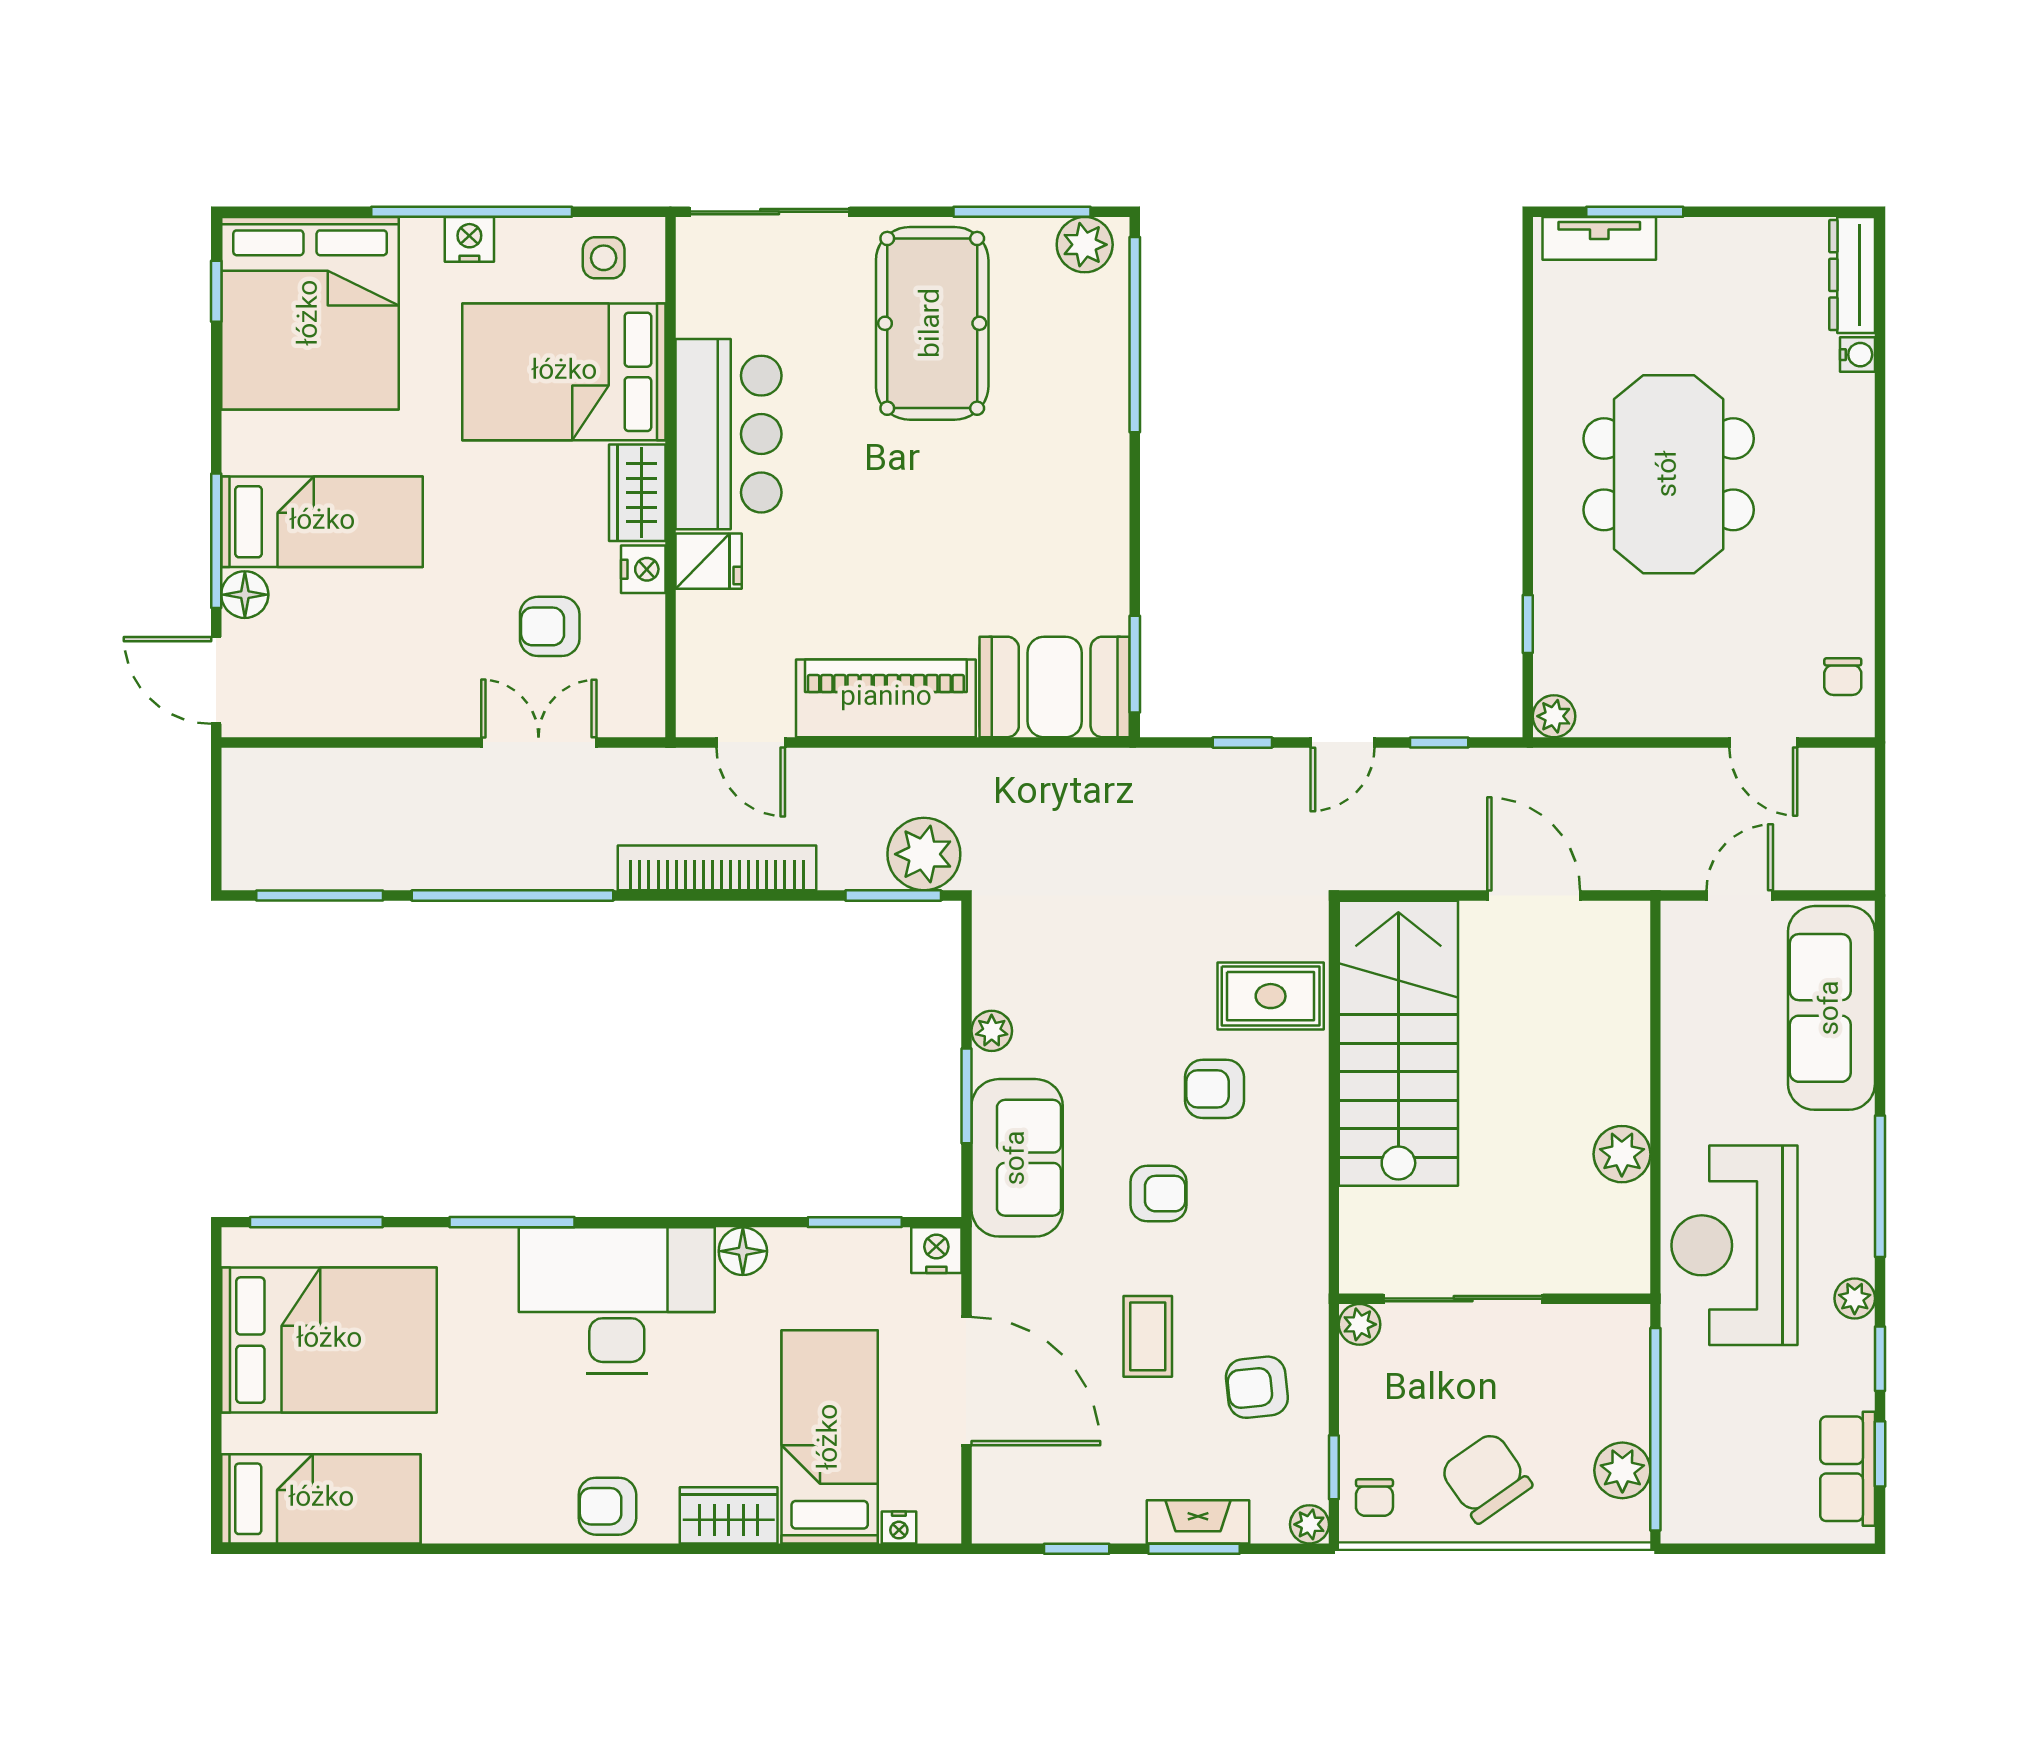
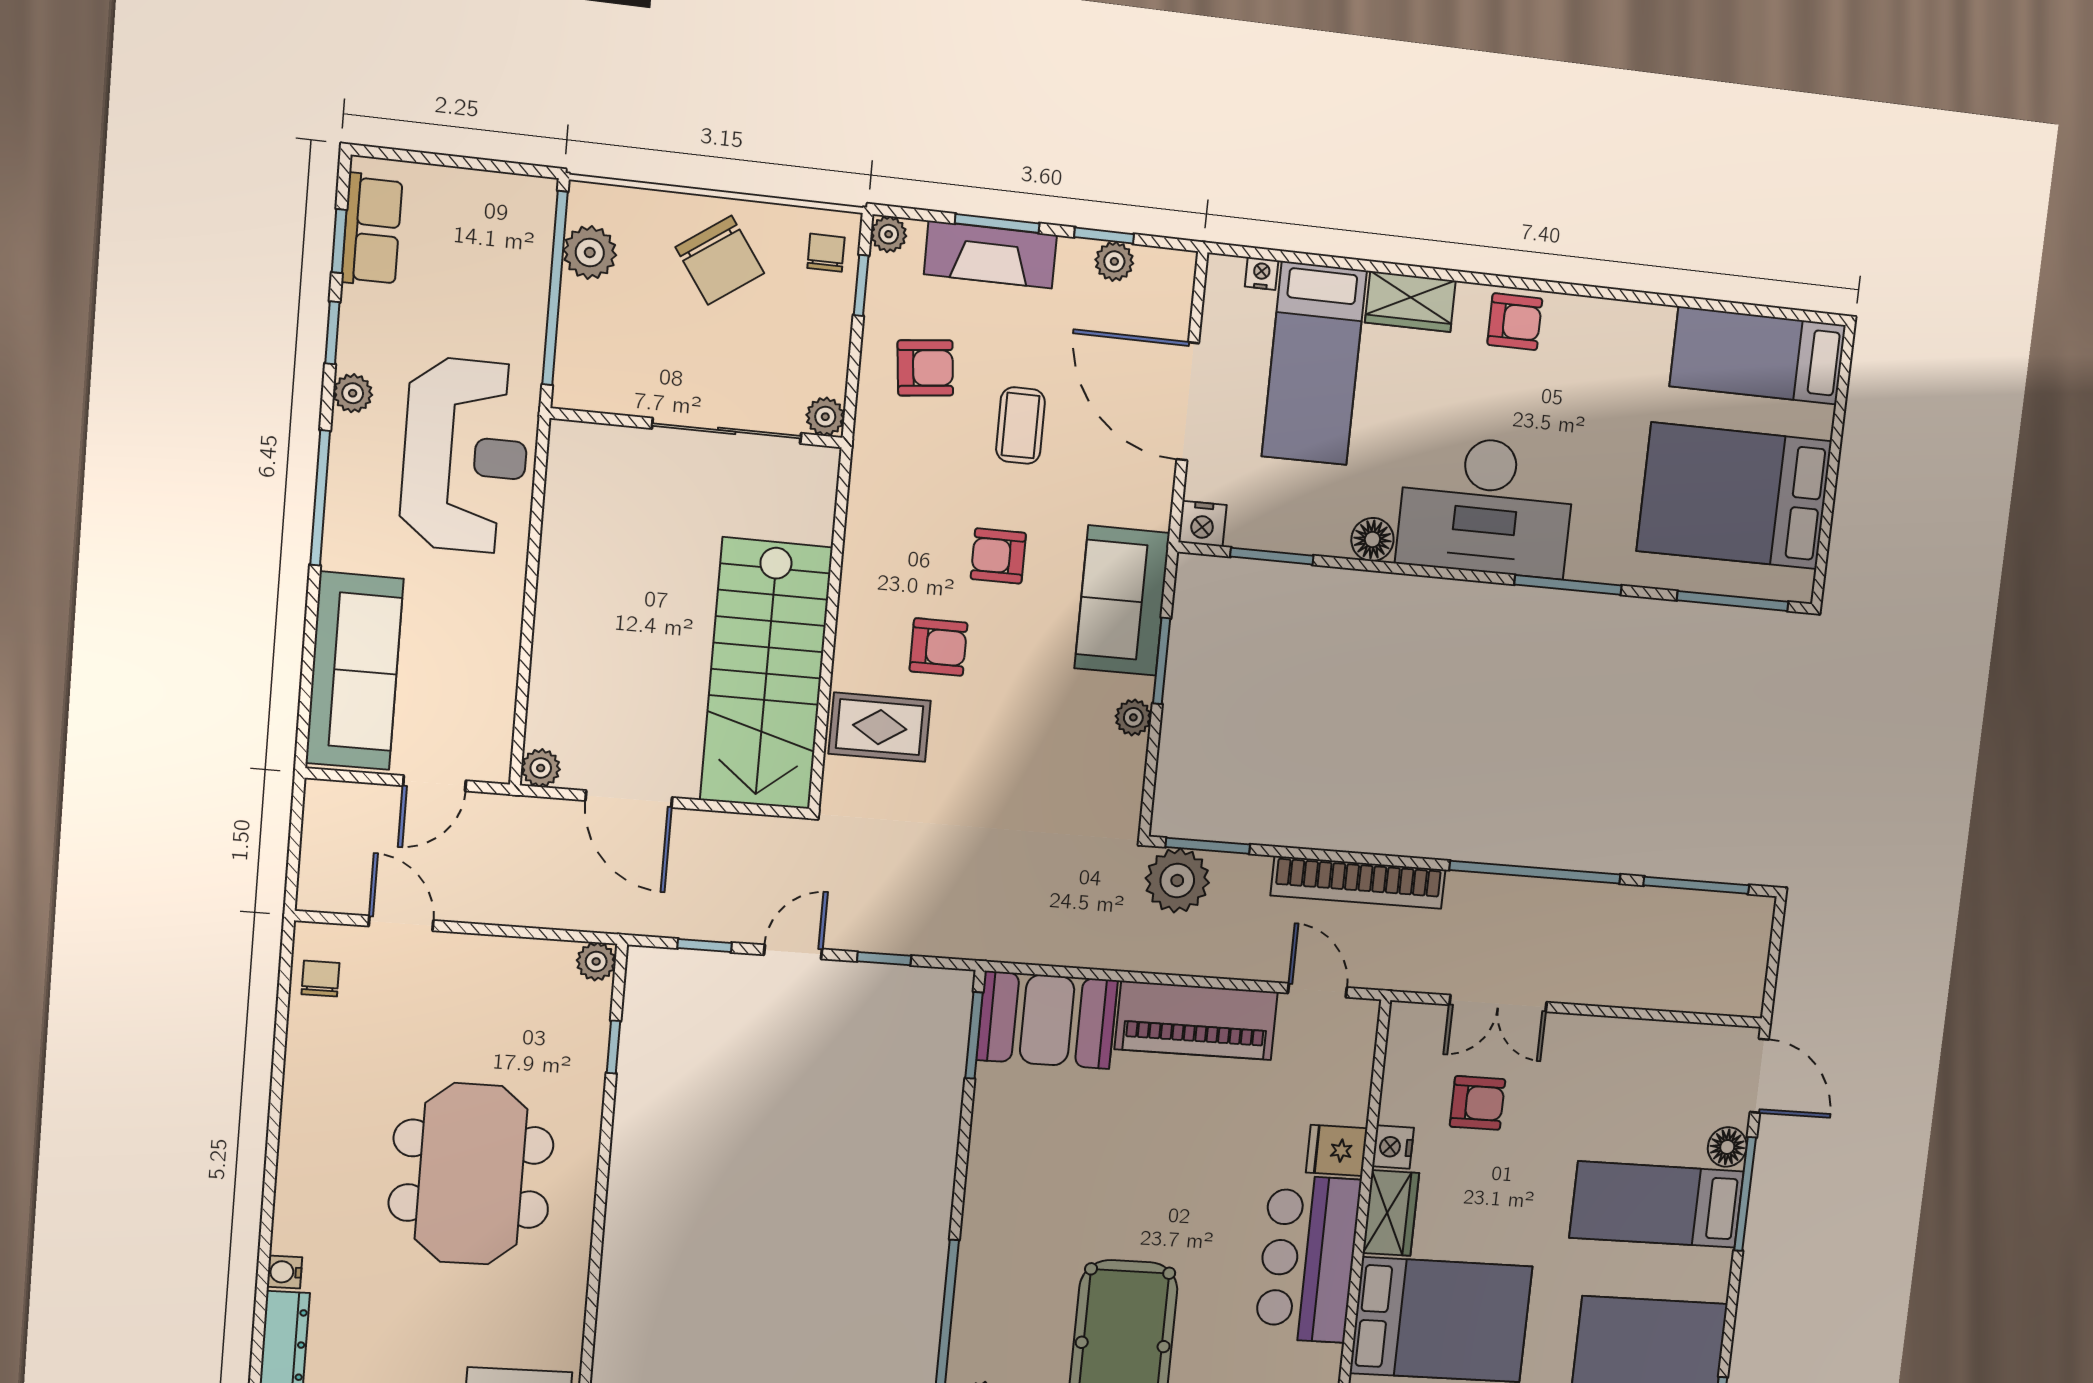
plant: (1622, 1154) -> (541, 768), moved, width x0.73, depth x0.73
fireplace: (1198, 1522) -> (990, 255), width x1.37, depth x1.32
plant: (1063, 1523) -> (1114, 261), added

